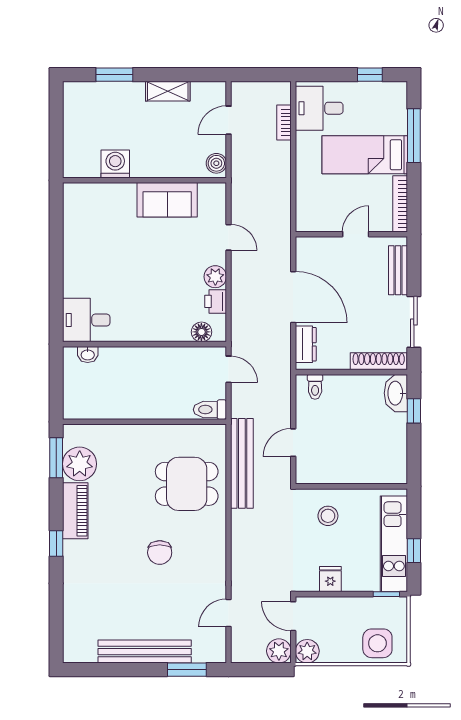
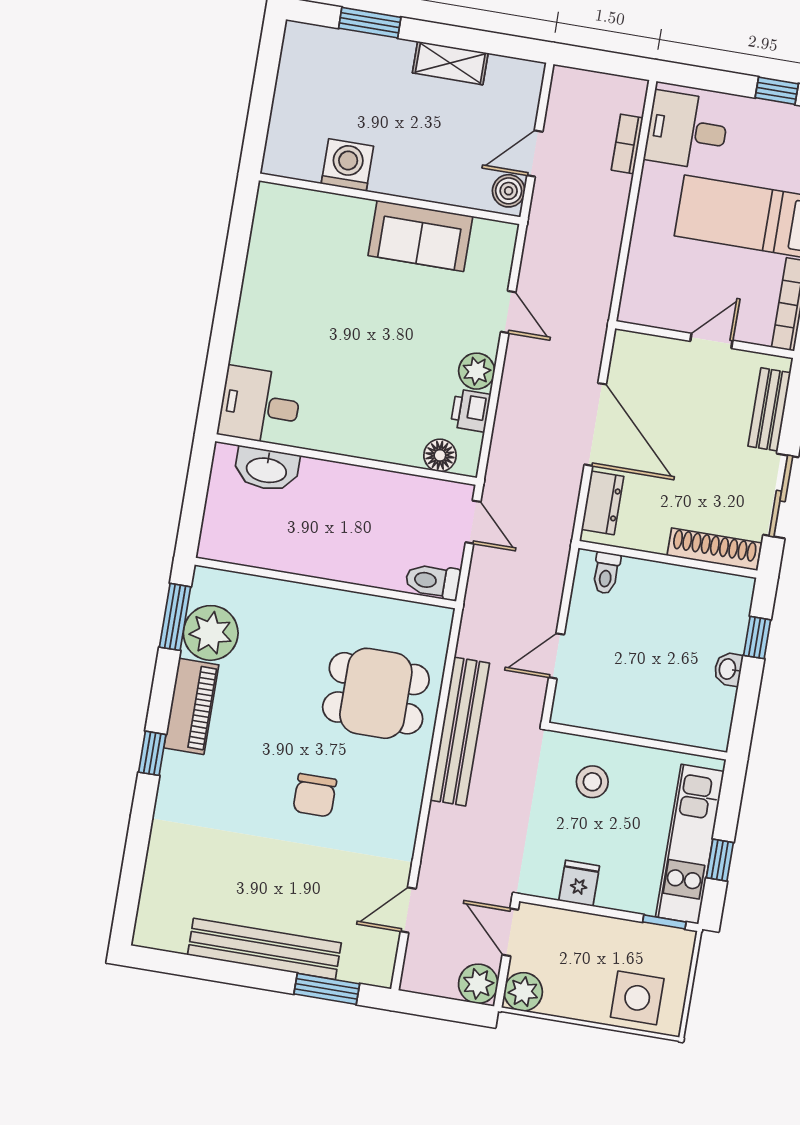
door: (229, 120) -> (535, 153), moved
washbasin: (88, 354) -> (267, 469), width x1.91, depth x1.45
washbasin: (396, 393) -> (728, 669), moved, width x0.52, depth x0.69
bench: (242, 463) -> (460, 732), moved

